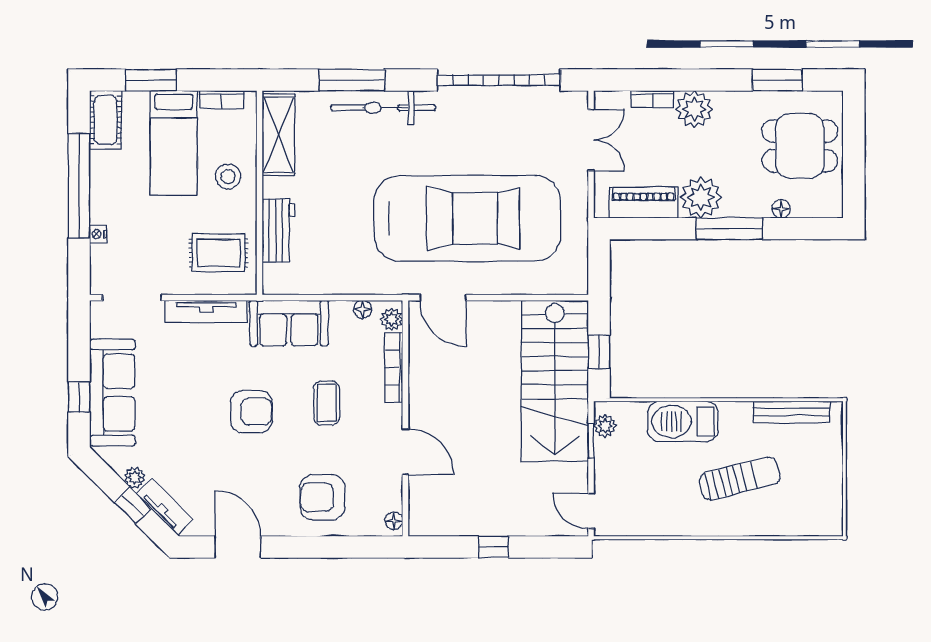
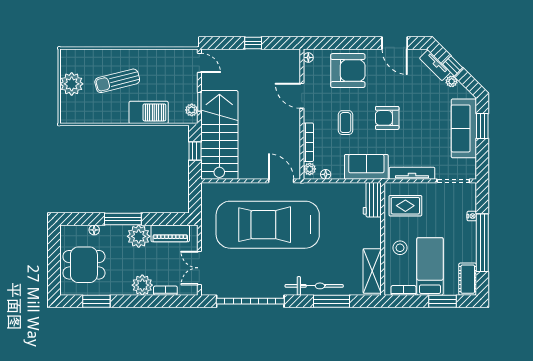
workbench: (278, 230) -> (372, 200), moved
window: (79, 397) -> (482, 126), width x1.50
bench: (792, 412) -> (88, 118), removed
plant: (822, 473) -> (72, 84), added
armchair: (322, 497) -> (348, 71), width x1.36, depth x1.36

